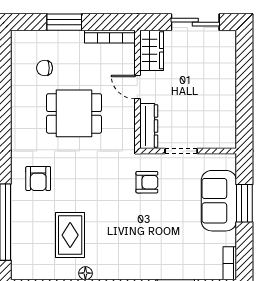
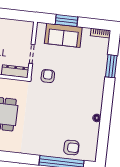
armchair: (38, 179) -> (71, 148), moved
rug: (70, 235) -> (73, 124), removed

